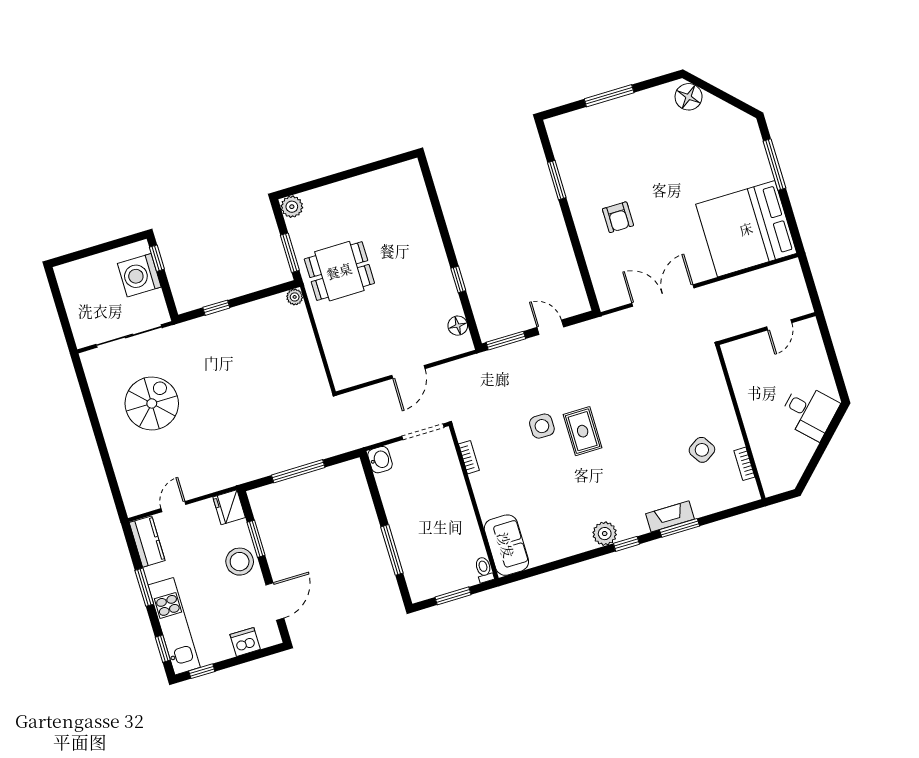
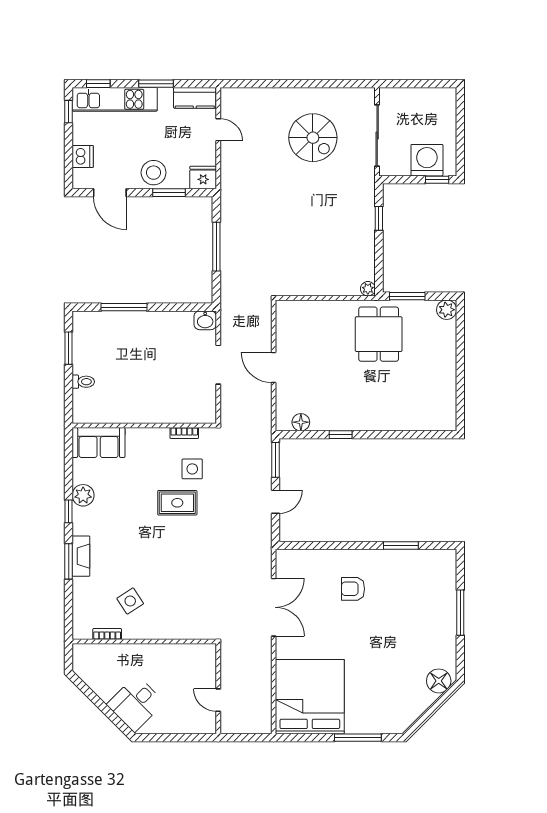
bookcase: (469, 457) -> (184, 433), moved
wall: (474, 502) -> (144, 425), moved
sofa: (506, 545) -> (99, 442), moved

